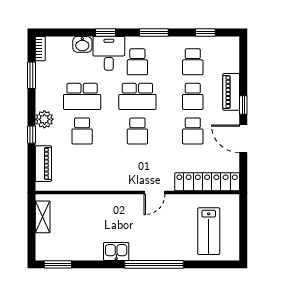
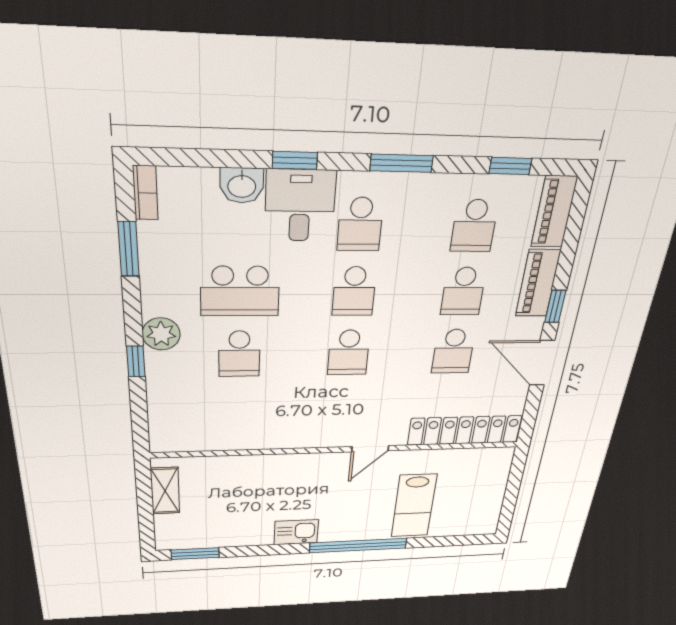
school desk: (137, 96) -> (354, 291), width x0.54
piano: (43, 164) -> (554, 212), moved, turned 180
lab bench: (209, 231) -> (414, 506), moved

